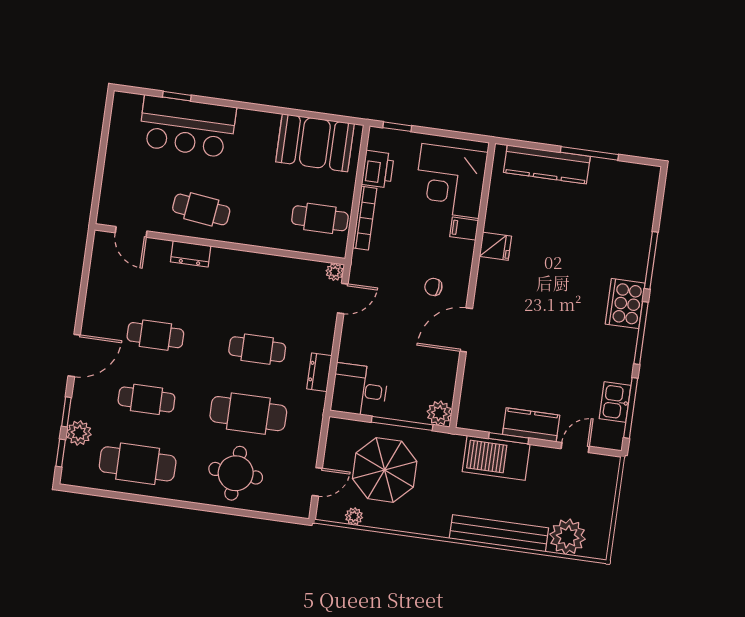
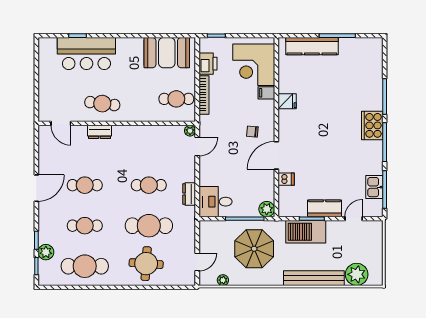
door: (74, 355) -> (36, 188), moved
dishwasher: (476, 370) -> (286, 179), added
parasol: (385, 470) -> (254, 249), moved

